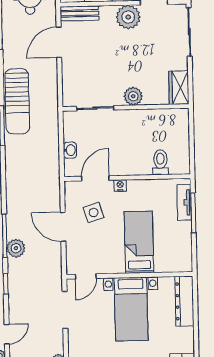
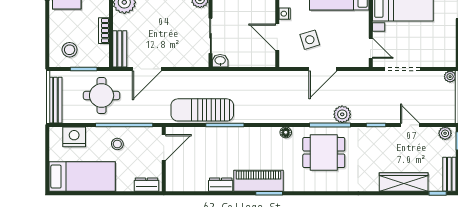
door: (59, 42) -> (147, 69), hinge flipped
sun lounger: (17, 101) -> (202, 110), turned 180
washbasin: (70, 150) -> (220, 61), moved
door: (7, 334) -> (410, 125), moved

